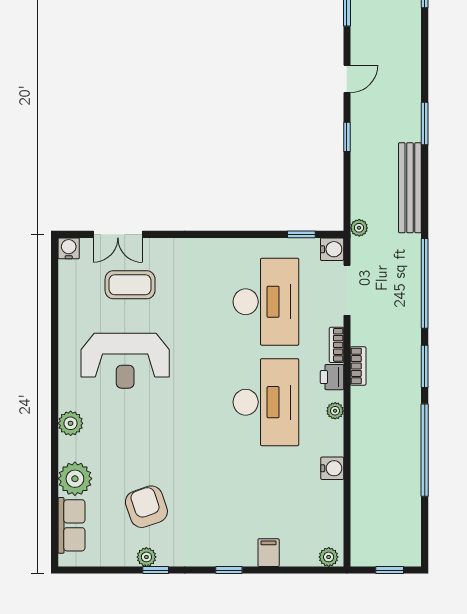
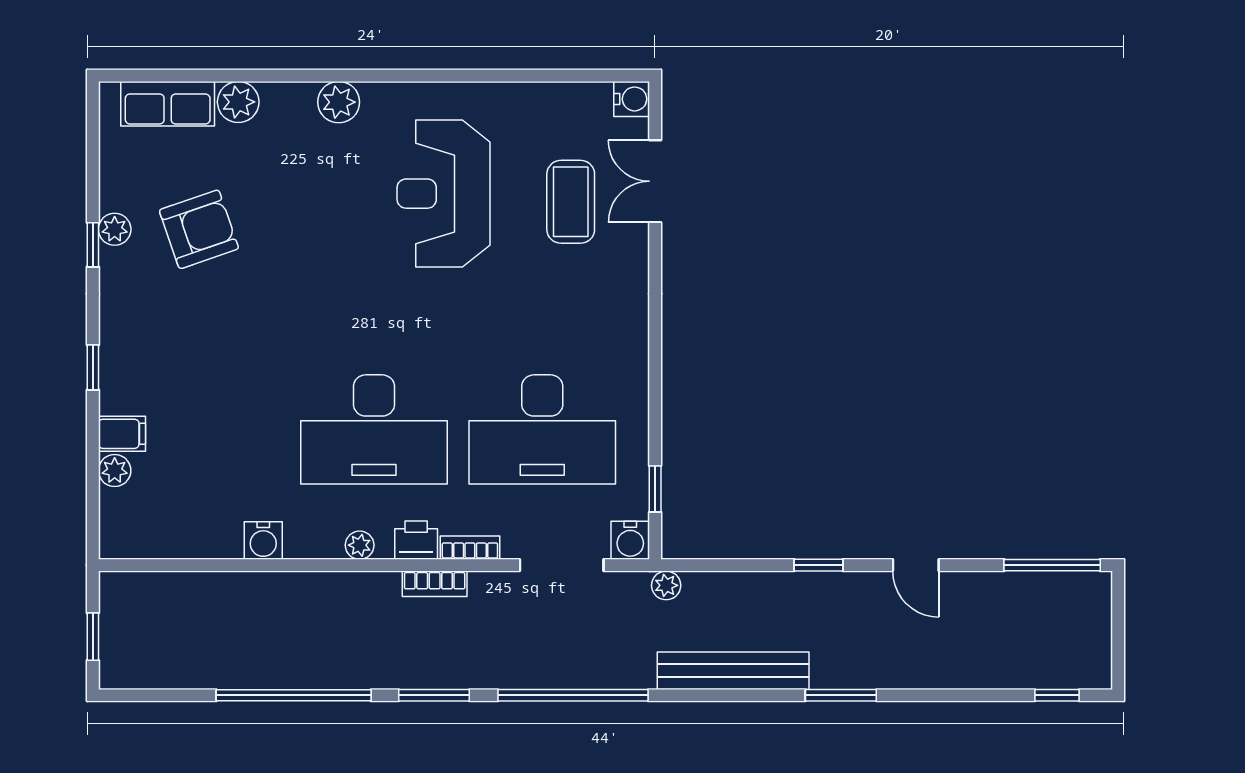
plant: (75, 479) -> (238, 102), width x0.73, depth x0.73
plant: (329, 557) -> (115, 471), moved

